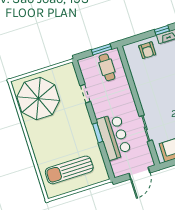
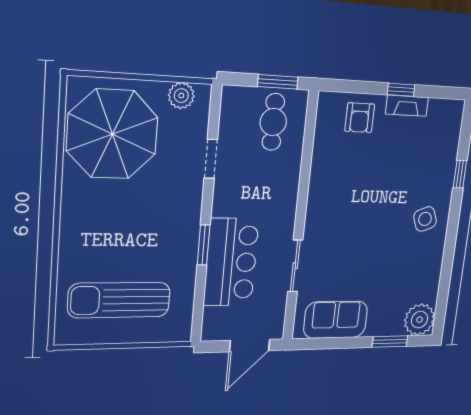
plant: (61, 71) -> (181, 96), added

